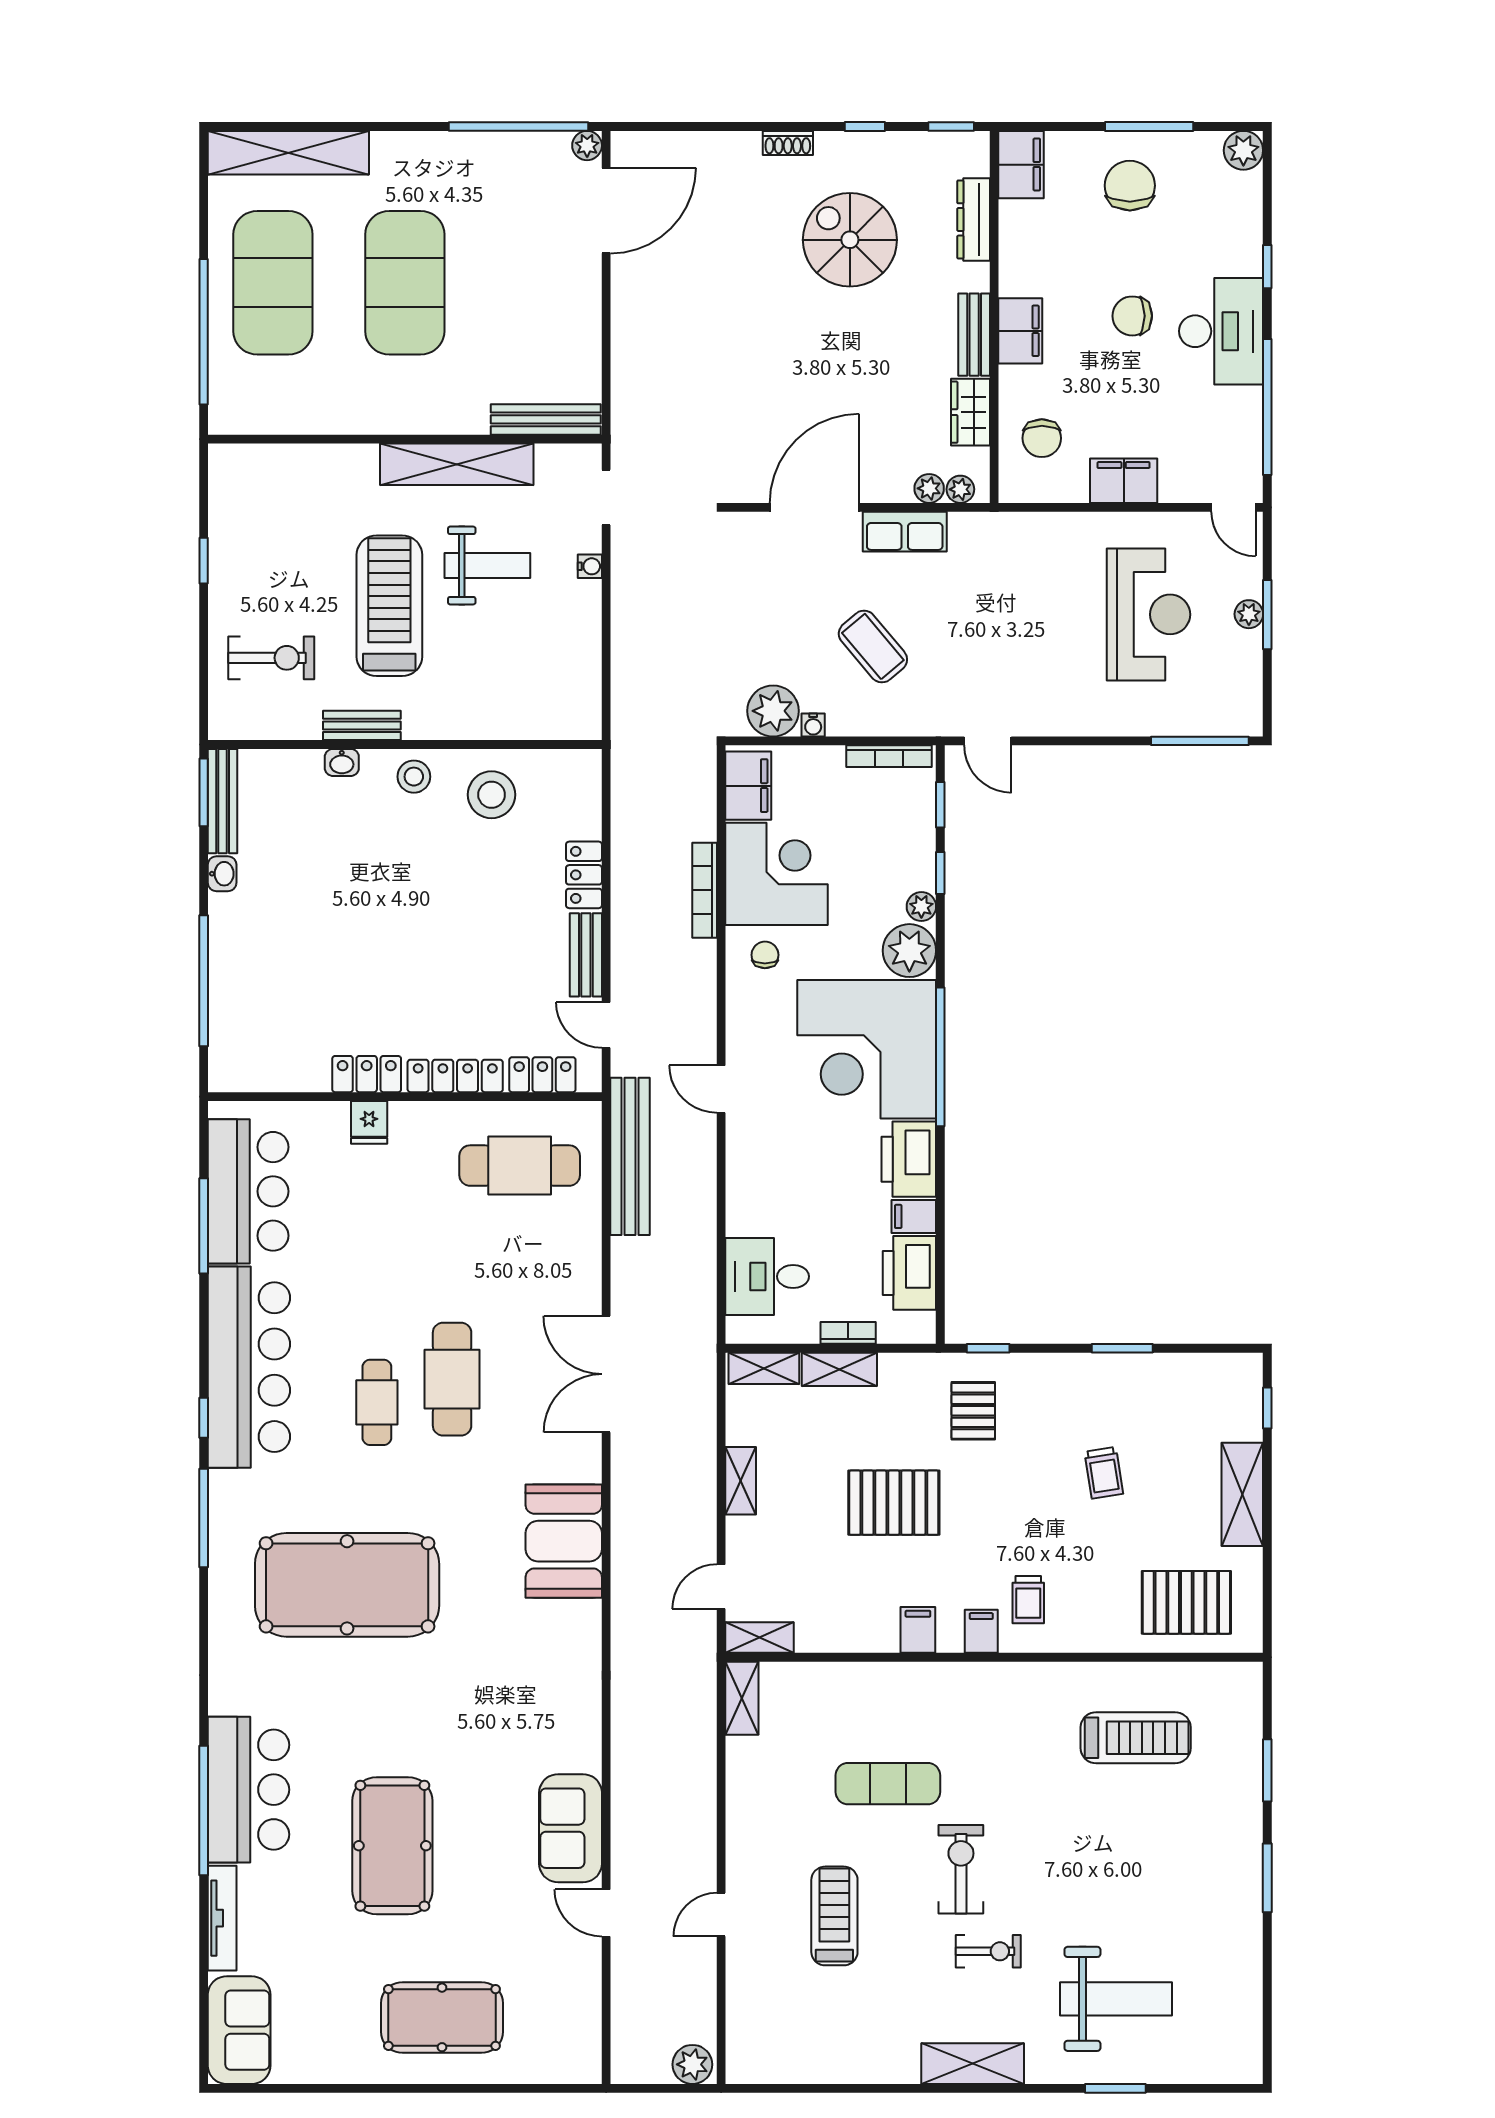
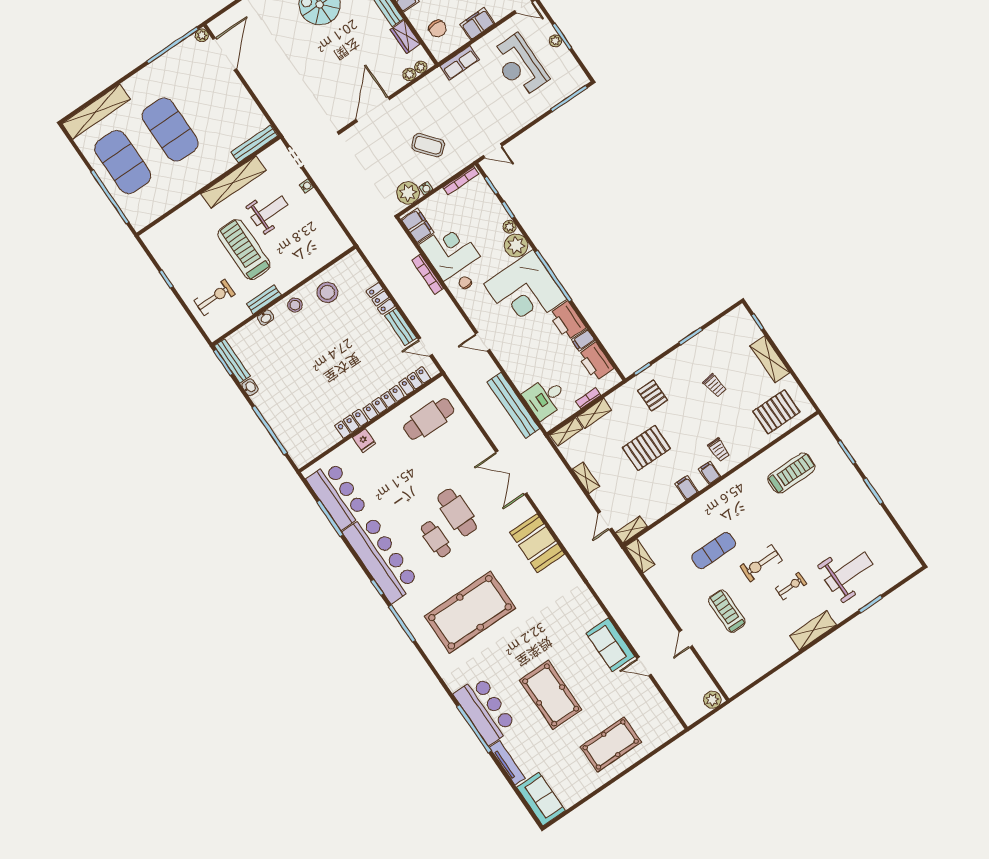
row of seats: (905, 532) -> (460, 63), moved
reception desk: (1148, 614) -> (519, 66), turned 180
bench: (630, 1156) -> (513, 405), moved
exercise bike: (961, 1869) -> (761, 563), turned -90

